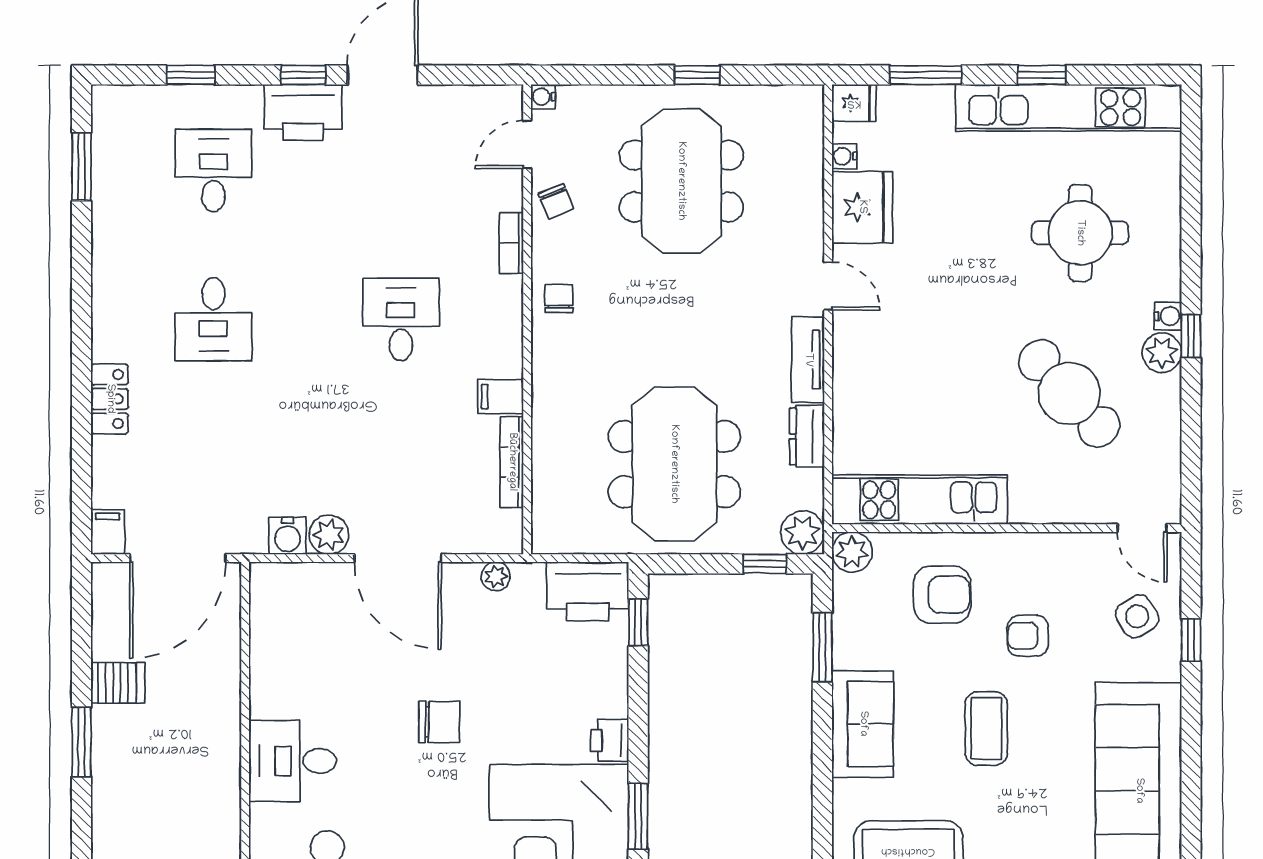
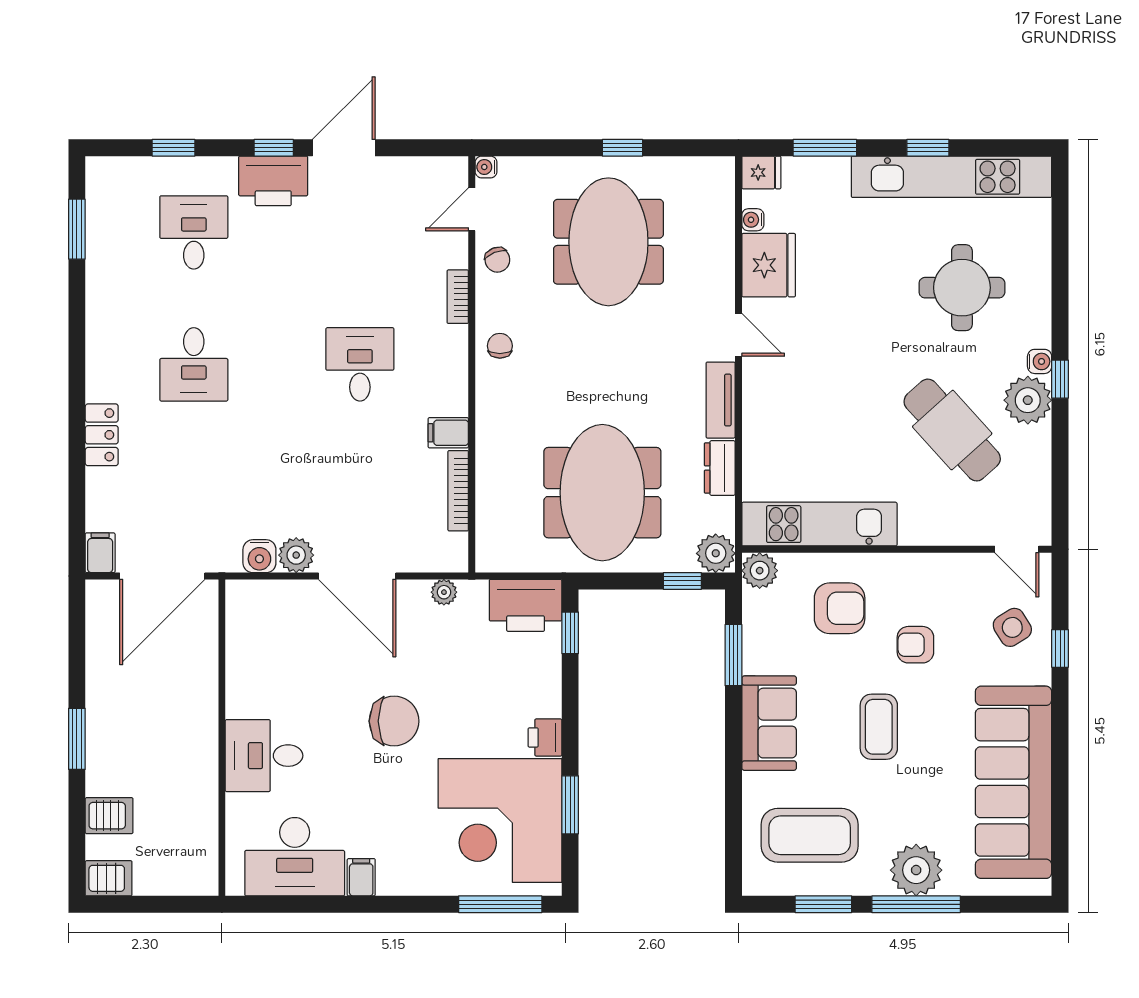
plant: (1162, 353) -> (1028, 400), width x1.36, depth x1.36
server rack: (118, 683) -> (109, 816), moved
chair: (439, 722) -> (394, 721), width x1.37, depth x1.37

